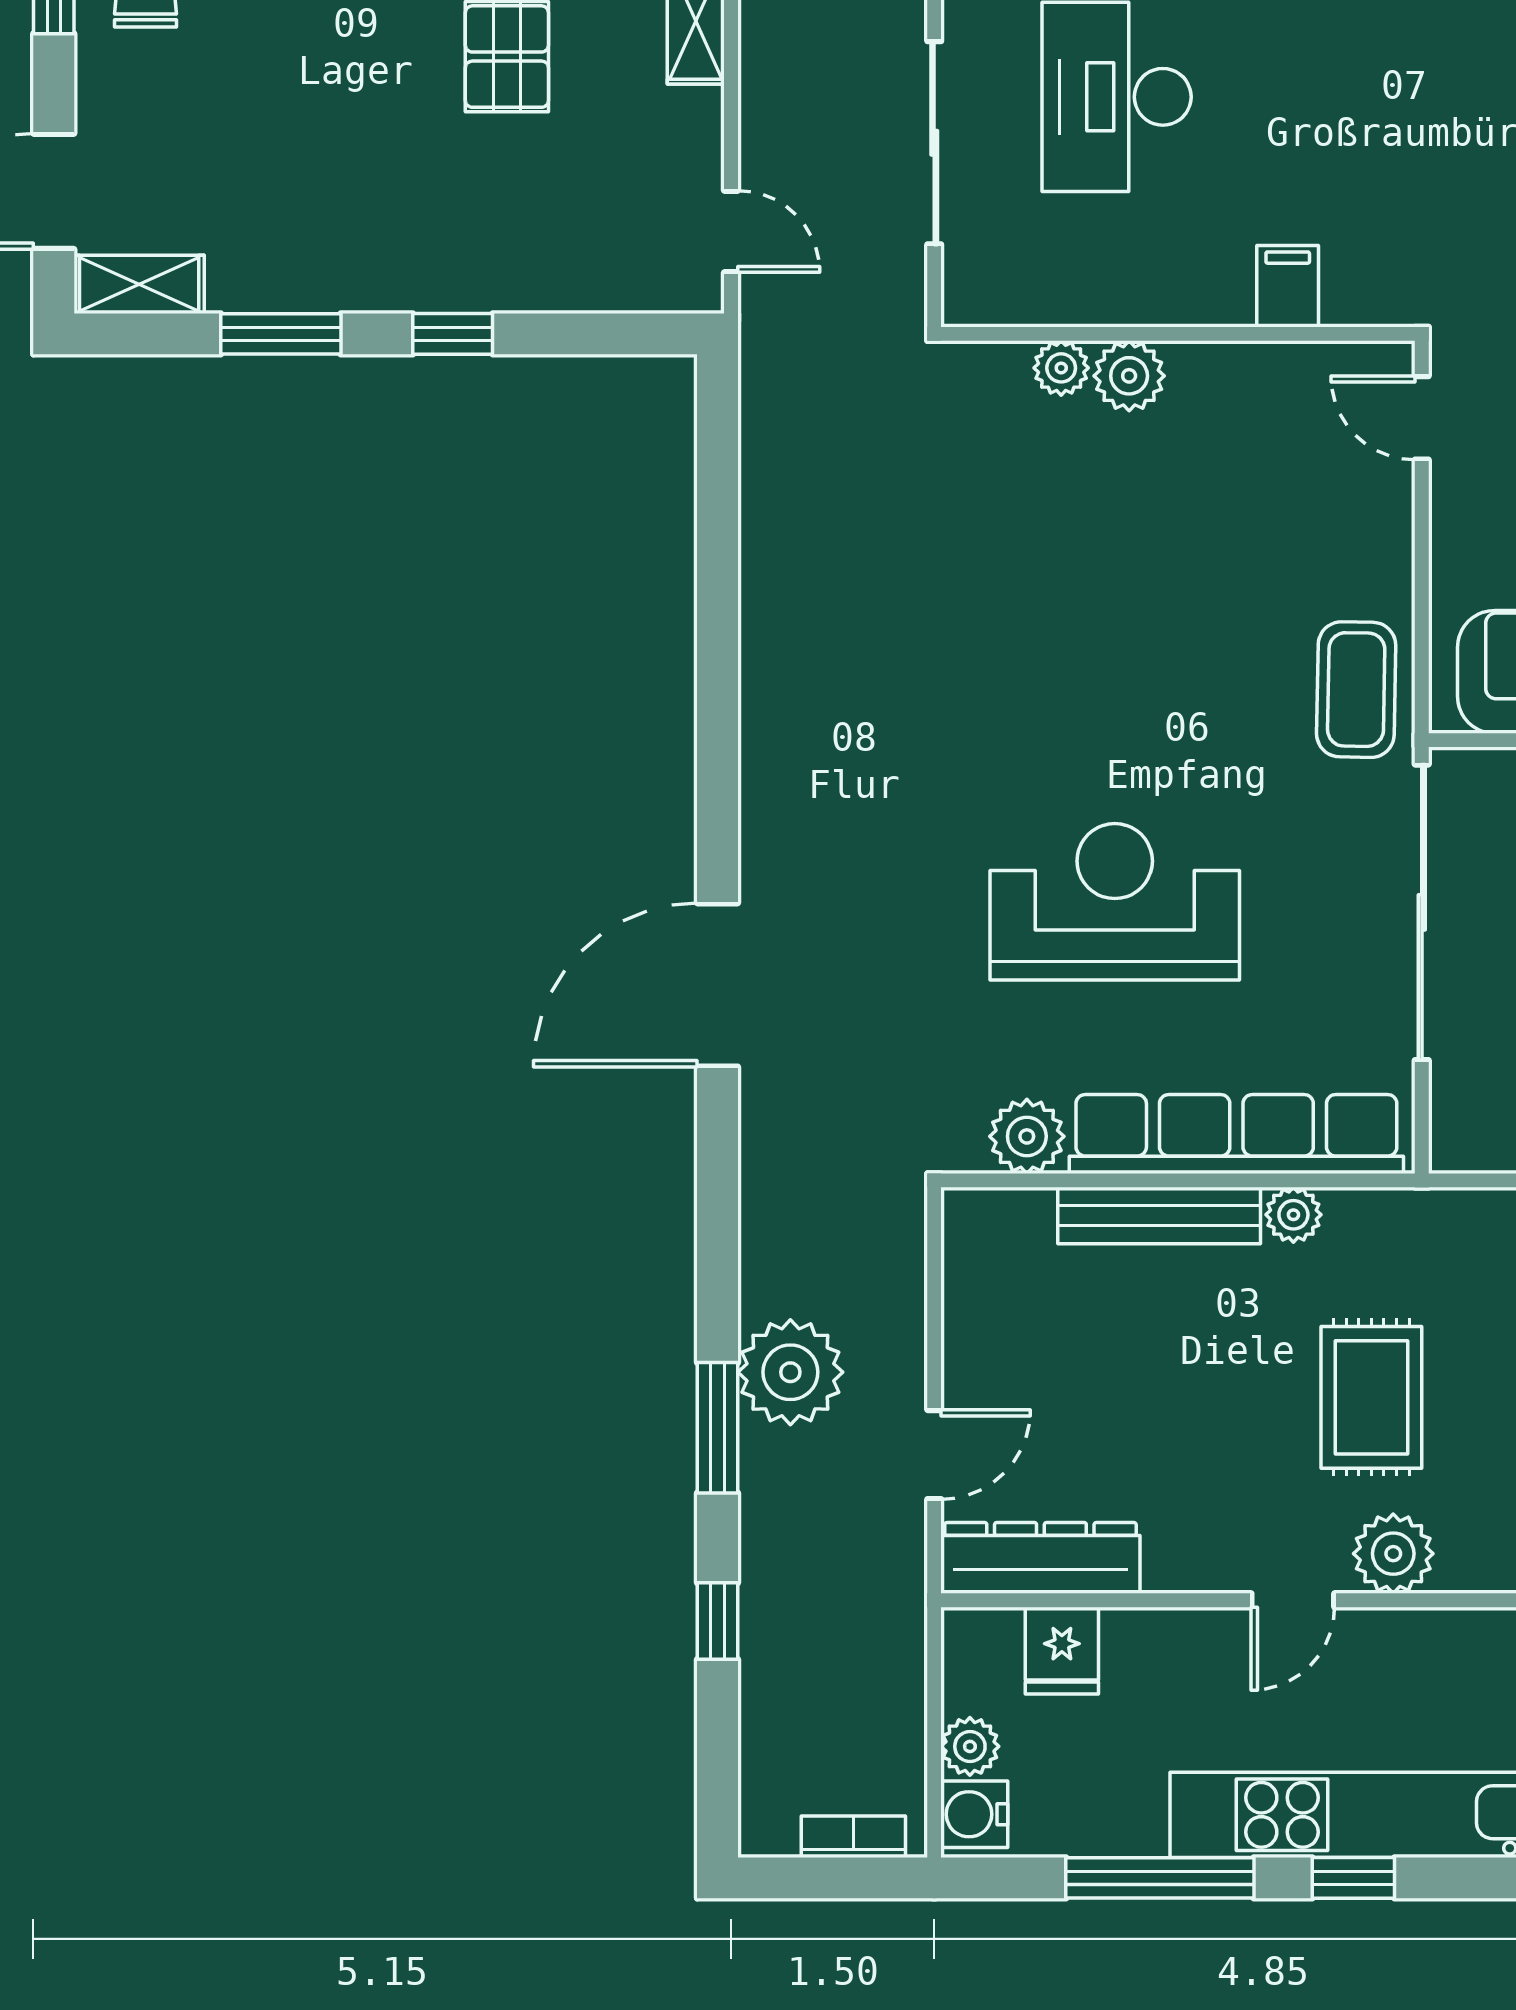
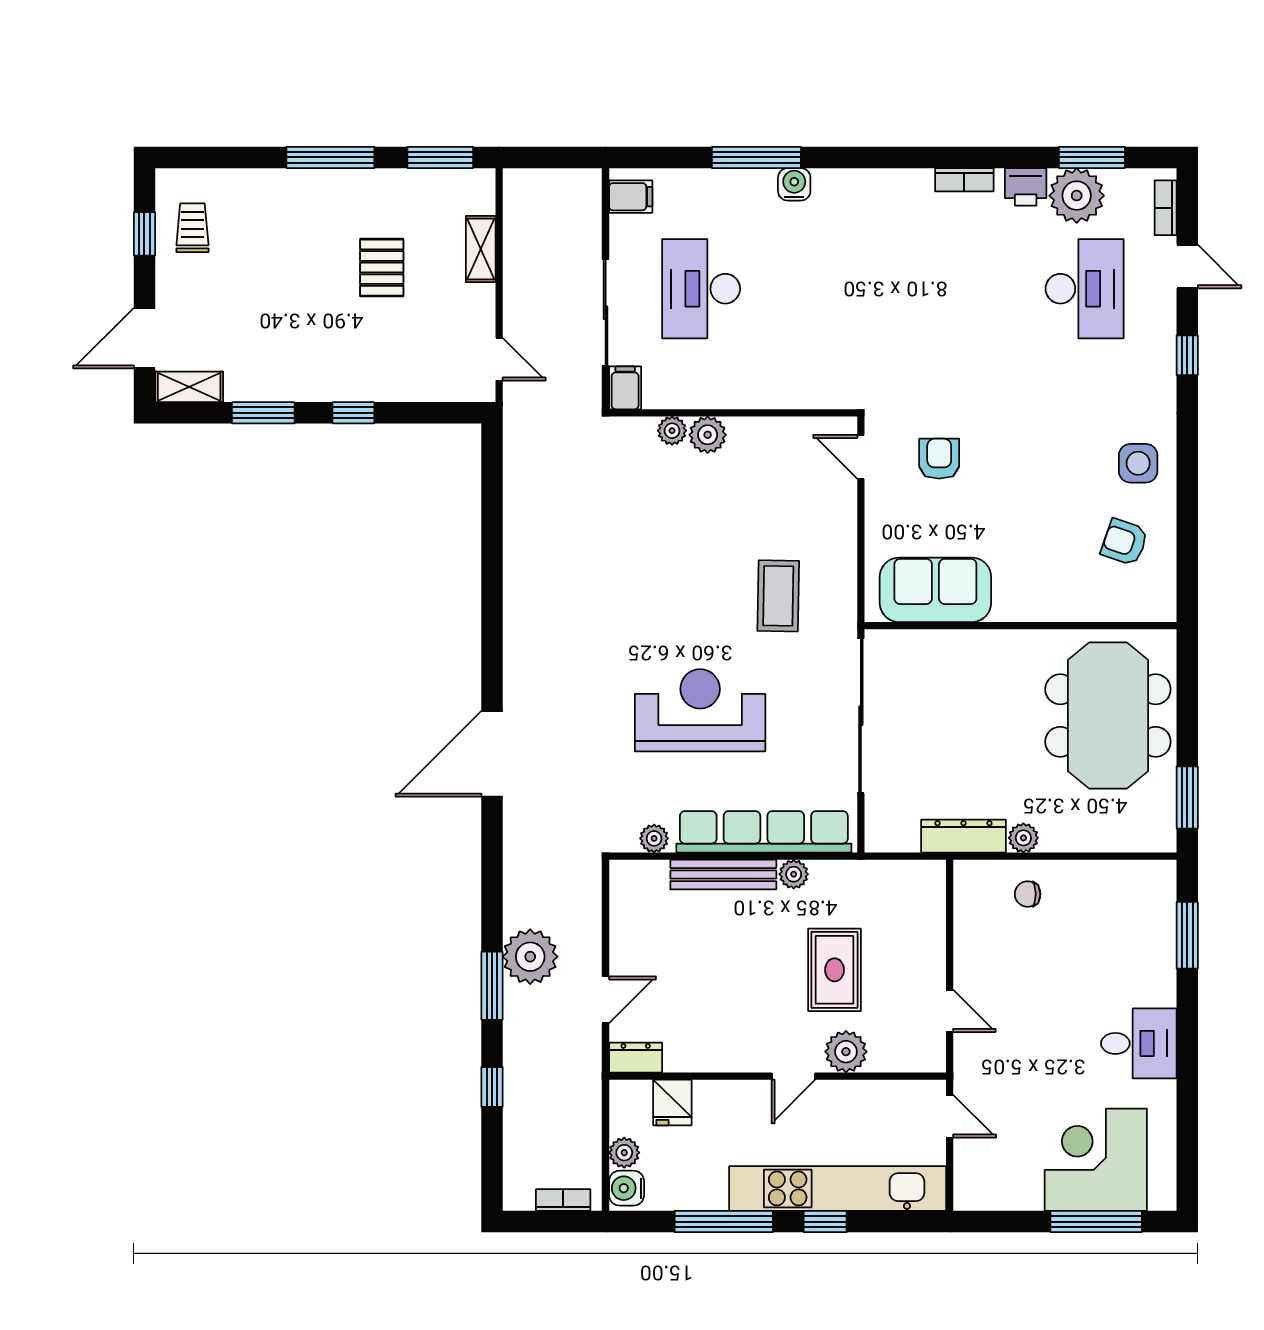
filing cabinet: (1288, 286) -> (625, 388), moved
coffee table: (1356, 690) -> (778, 596), moved
plant: (1027, 1136) -> (654, 838), width x0.73, depth x0.73
dresser: (1040, 1558) -> (636, 1058), width x0.51, depth x0.80

